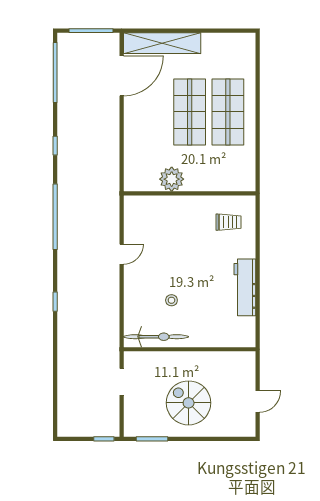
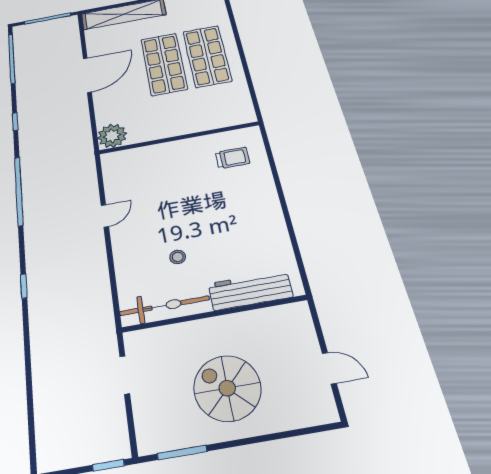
door: (122, 76) -> (87, 75), moved
plant: (172, 179) -> (112, 136), moved
workbench: (245, 287) -> (250, 290), moved, turned 90
door: (258, 402) -> (329, 368), hinge flipped

